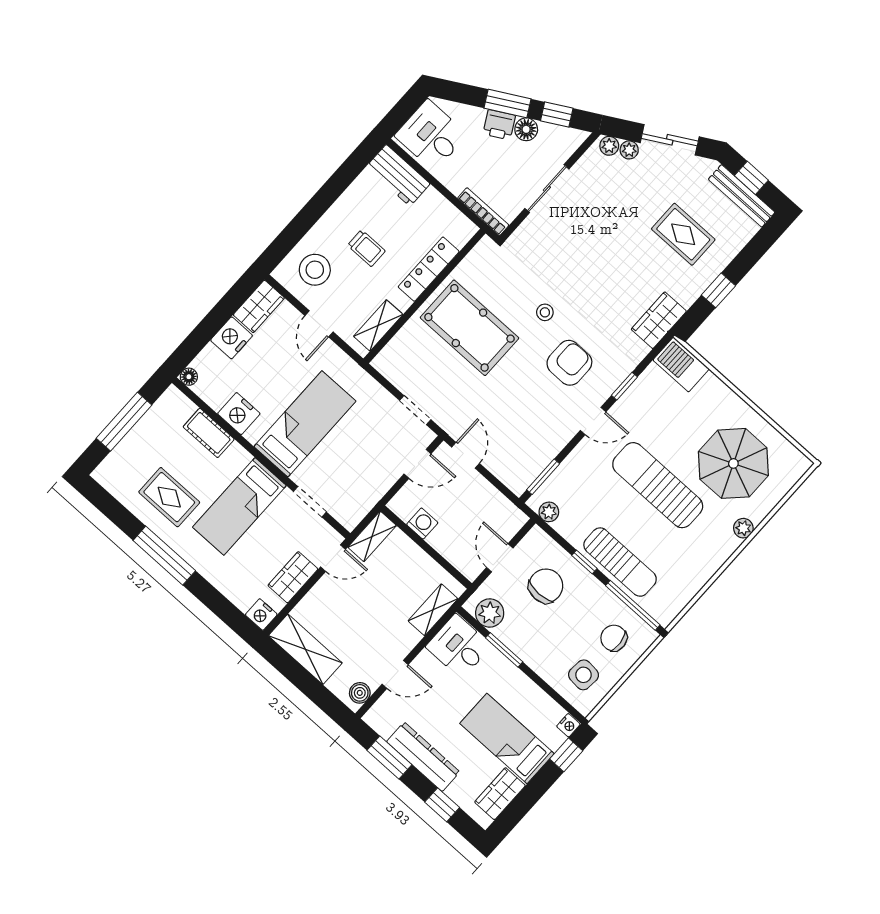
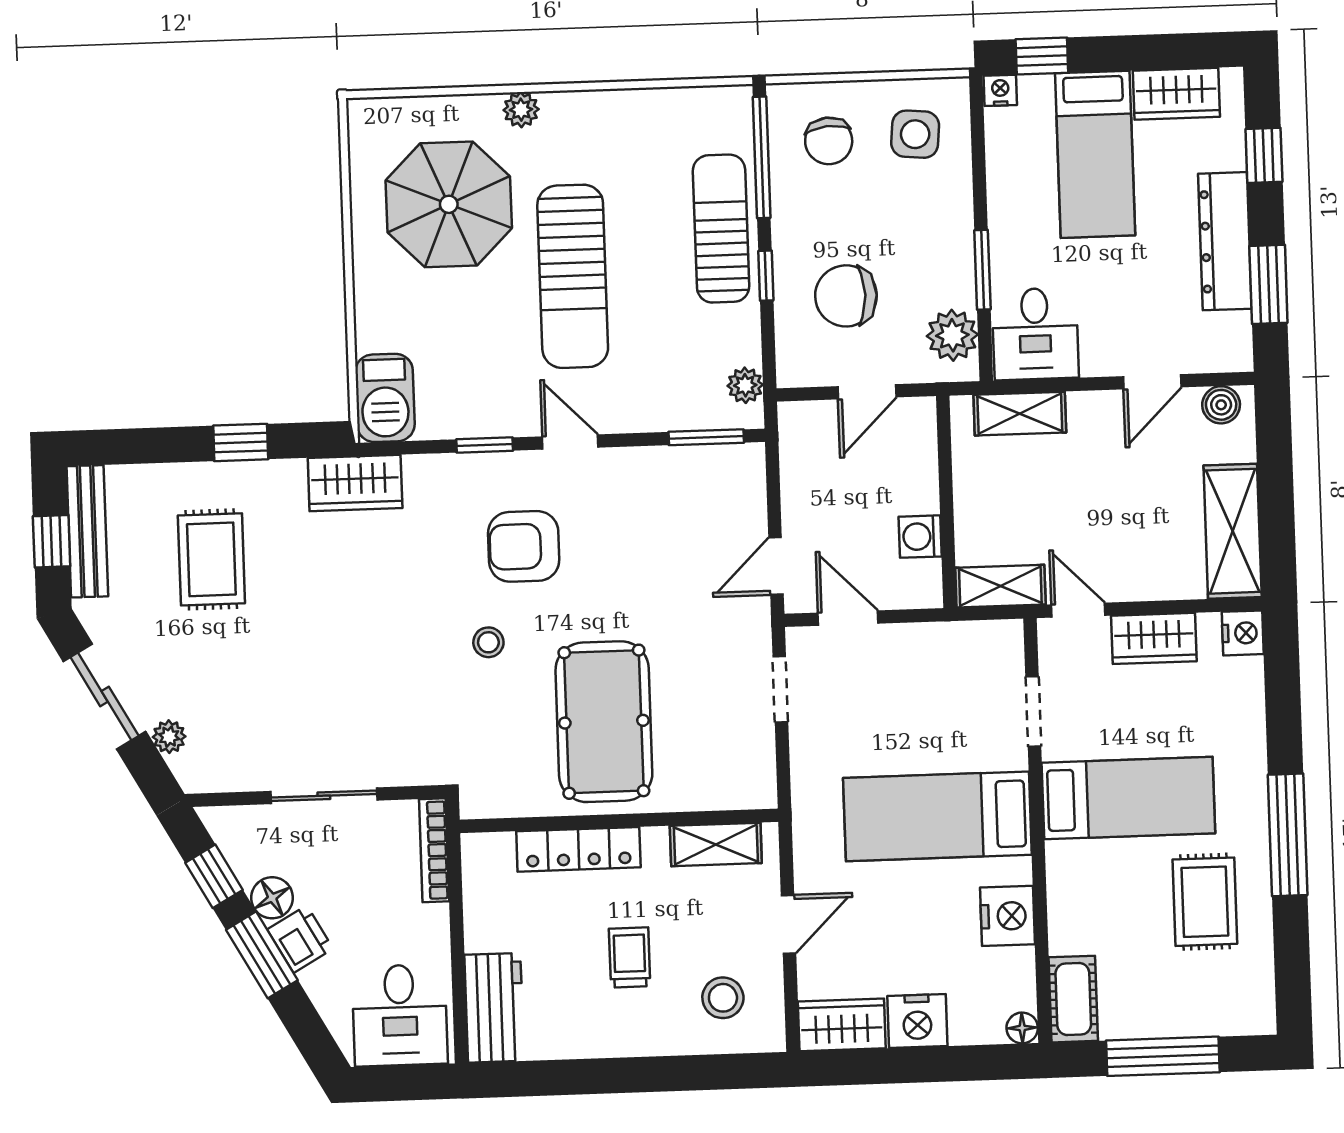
plant: (609, 146) -> (189, 768), removed
stool: (315, 270) -> (723, 998), width x0.73, depth x0.73
cot: (209, 433) -> (1073, 999), moved
door: (395, 674) -> (1152, 382), swing flipped

